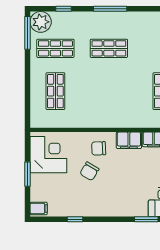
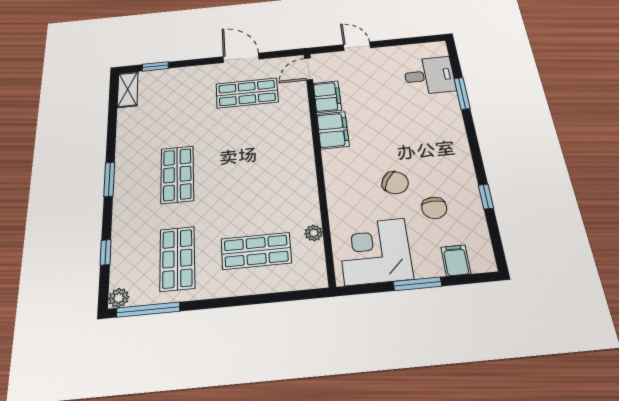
window: (110, 9) -> (109, 179), width x0.69
plant: (41, 22) -> (119, 298), width x0.53, depth x0.53
plant: (63, 123) -> (314, 233), added
chair: (99, 148) -> (434, 208), moved
filing cabinet: (39, 208) -> (456, 260), moved

